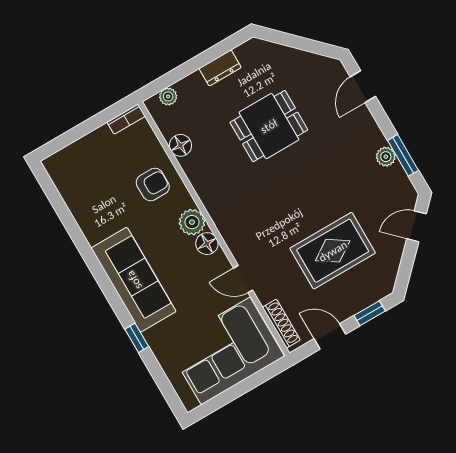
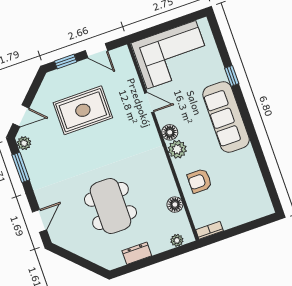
dining table: (269, 126) -> (110, 206), width x1.37
plant: (386, 157) -> (24, 143), moved
shoe rack: (281, 324) -> (129, 66), removed

